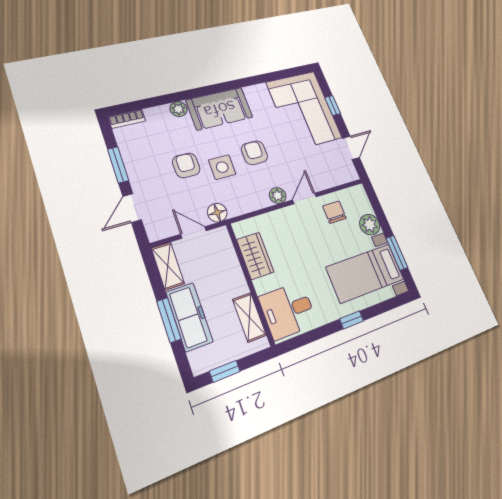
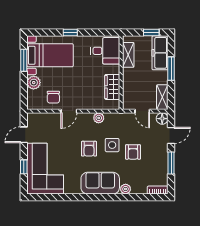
plant: (278, 196) -> (99, 118), moved
floor lamp: (217, 213) -> (162, 119), moved
freezer: (189, 317) -> (160, 53), moved

